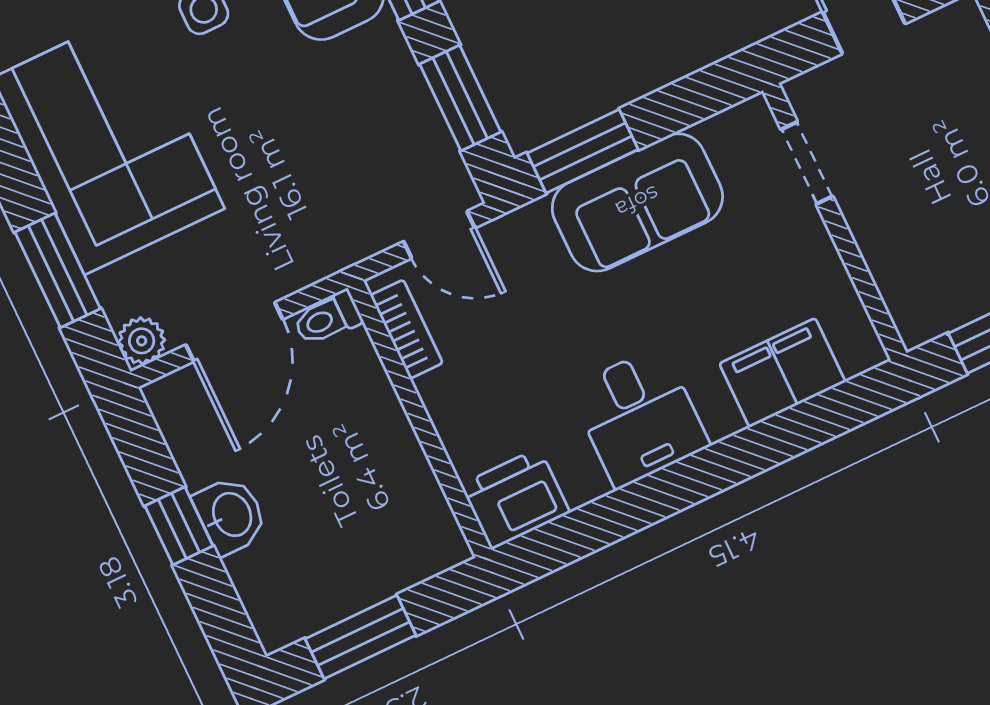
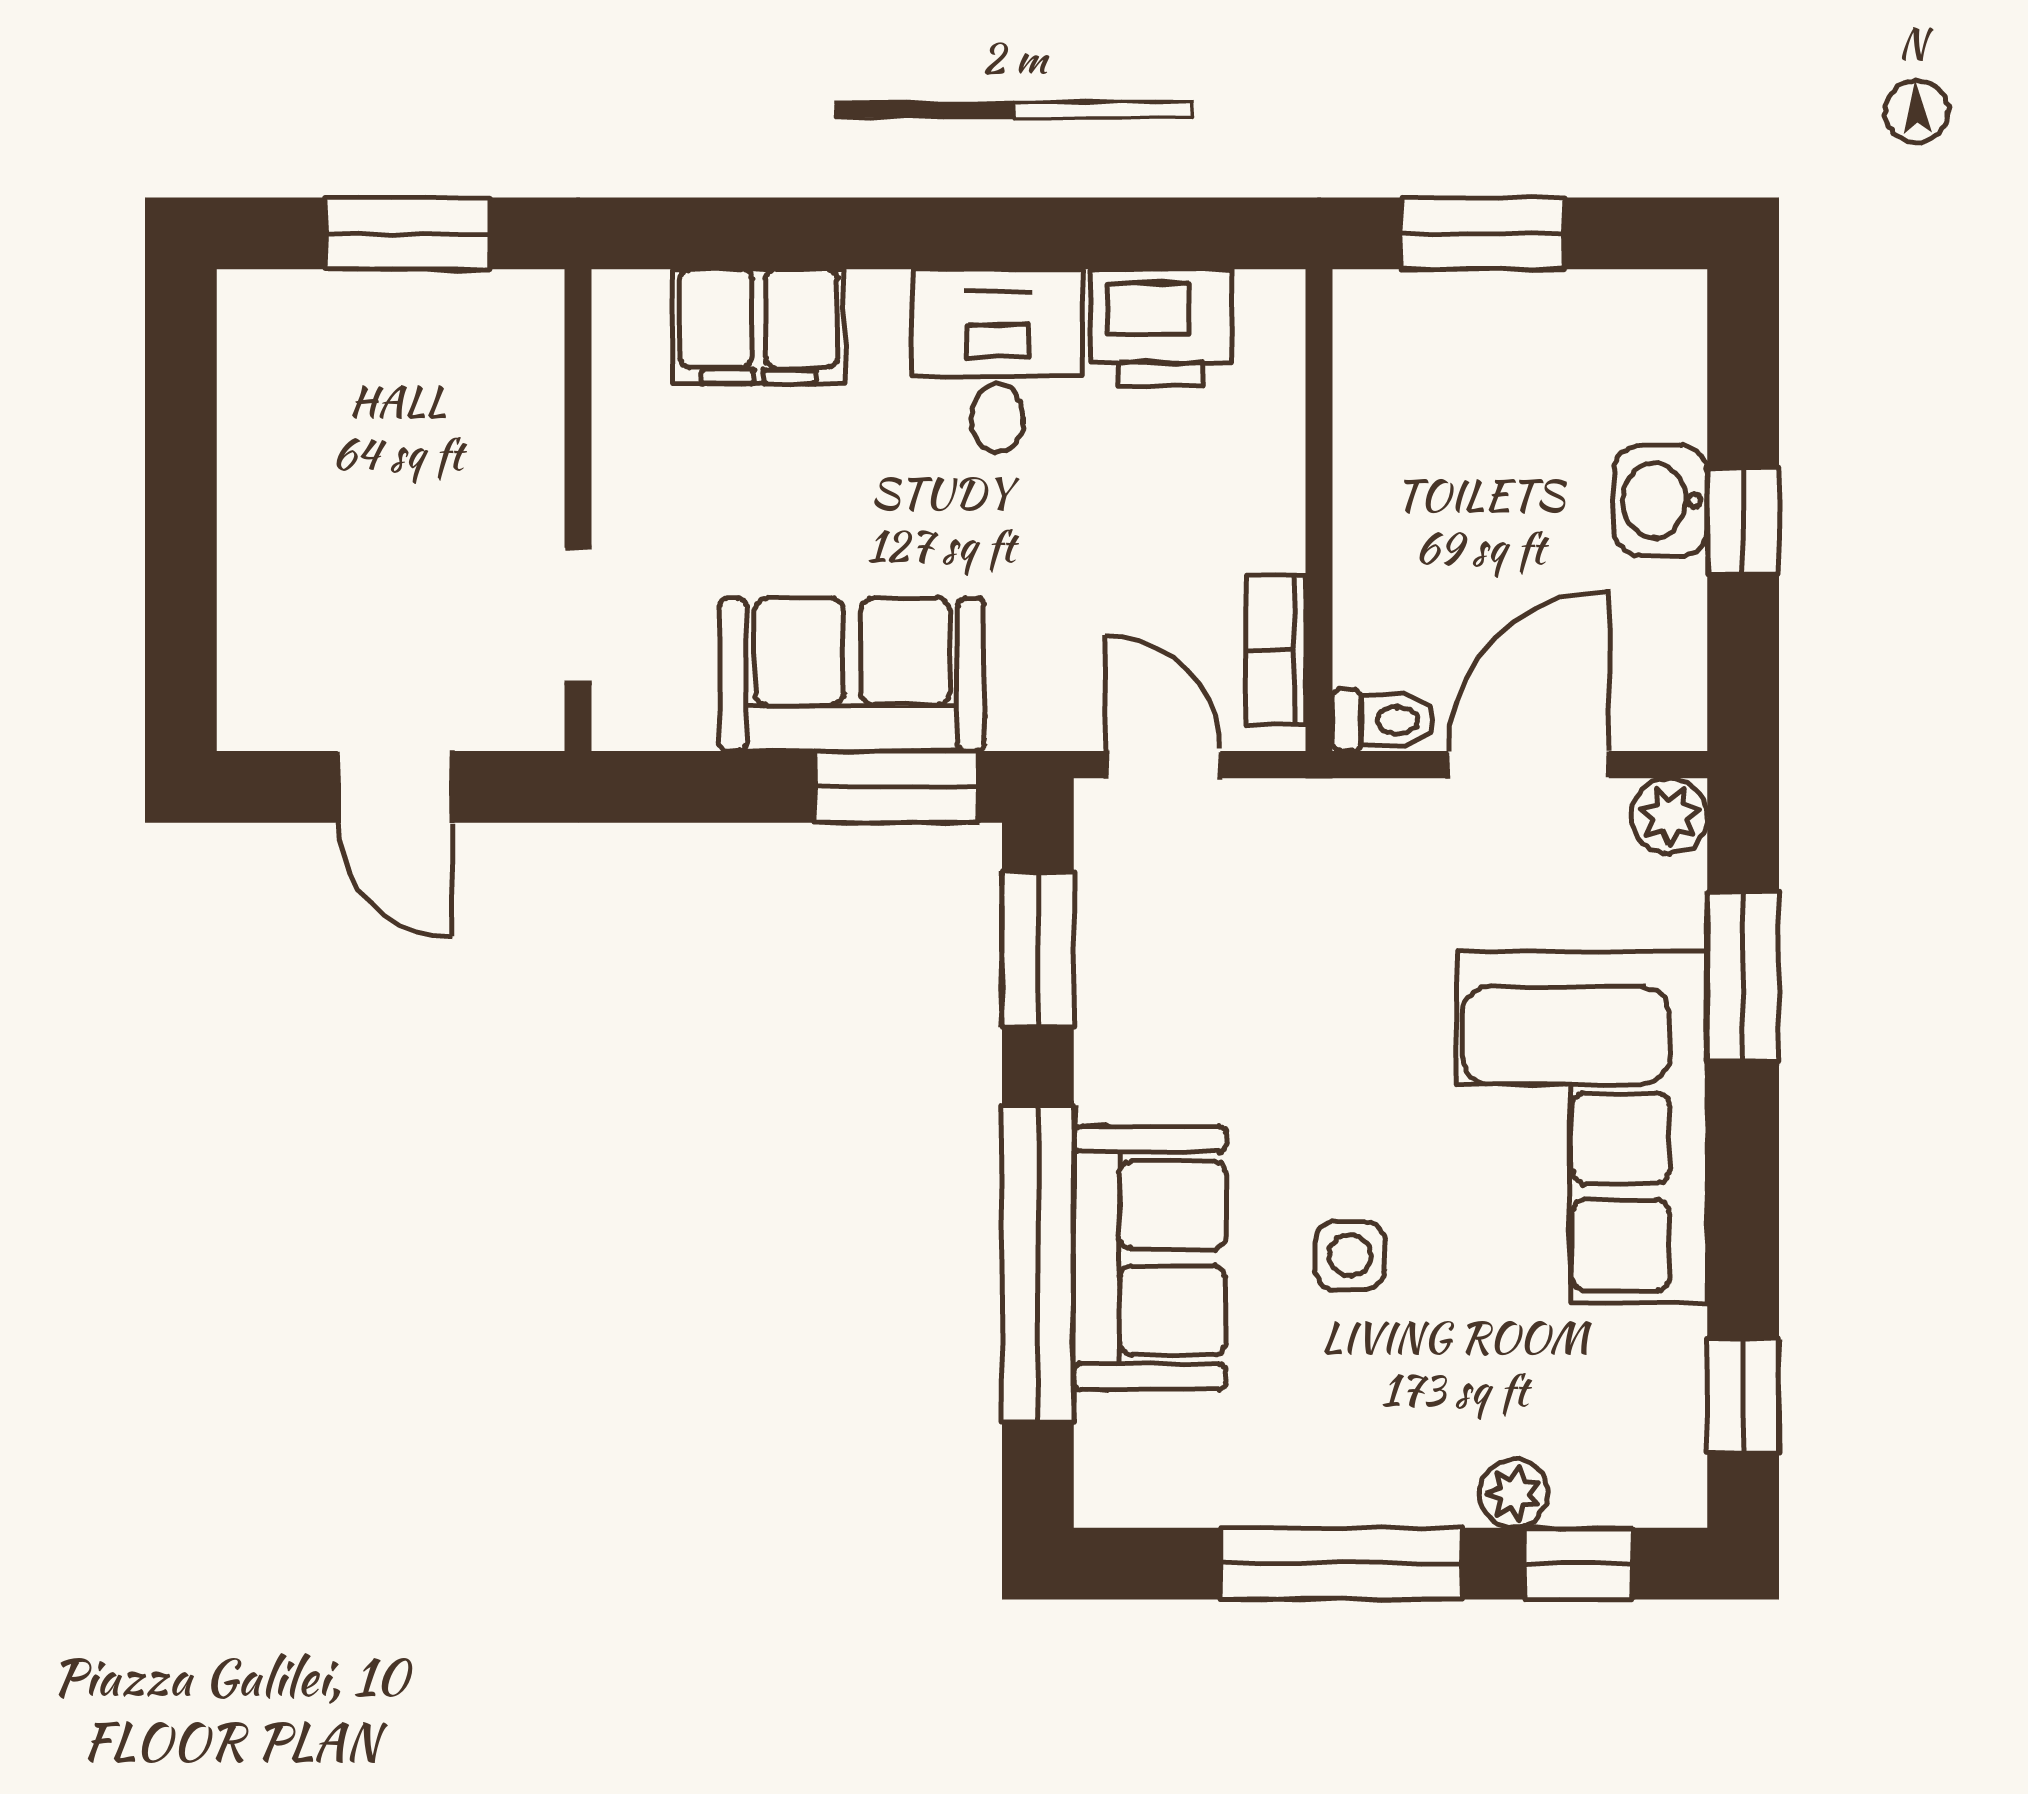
printer: (515, 499) -> (1161, 328), moved
window: (361, 637) -> (1483, 233), moved

